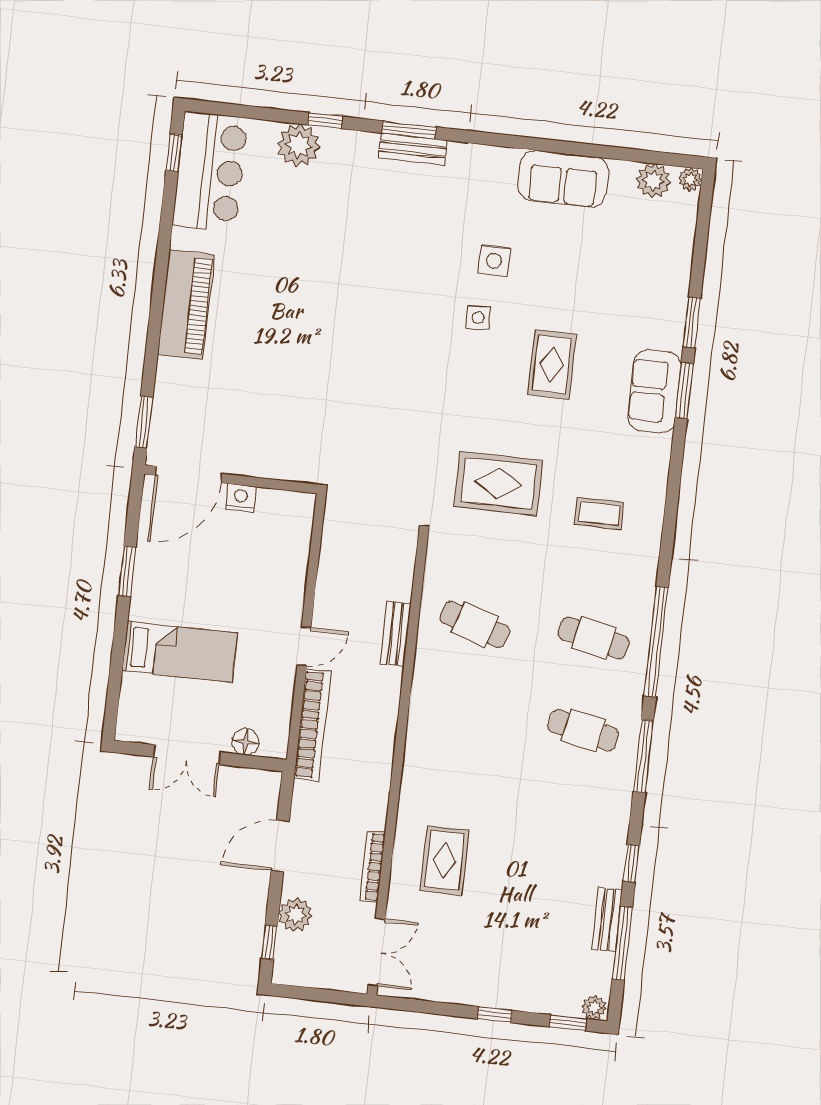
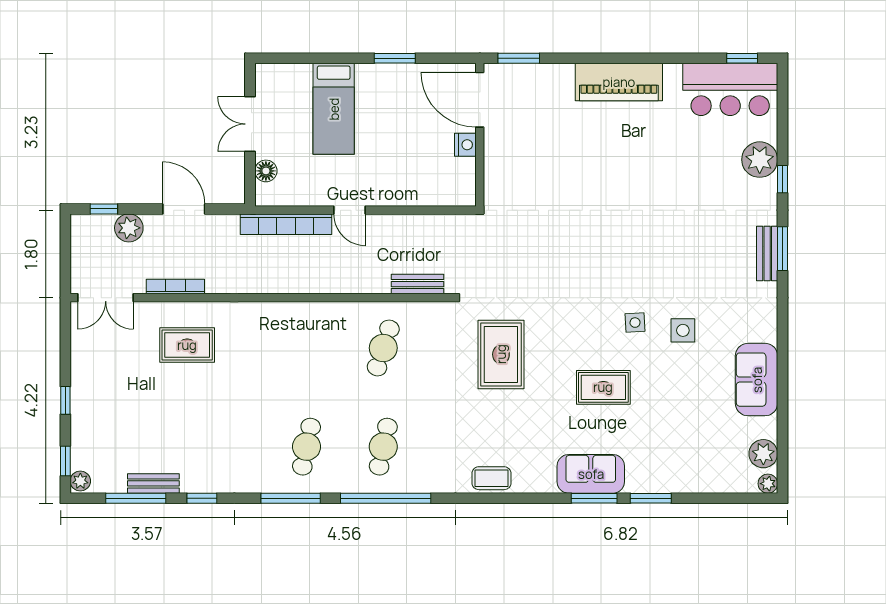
coffee table: (599, 513) -> (491, 478), moved, turned 90
bench: (396, 634) -> (418, 284), moved

